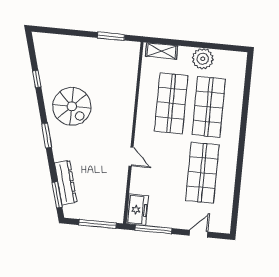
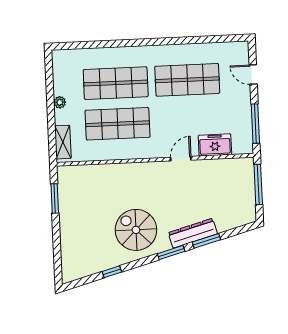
plant: (203, 59) -> (60, 102), width x0.53, depth x0.53
spiral stairs: (72, 106) -> (136, 230), turned -90
dresser: (66, 183) -> (193, 233), moved
window: (57, 195) -> (206, 241), moved
freezer: (137, 210) -> (215, 145), moved

